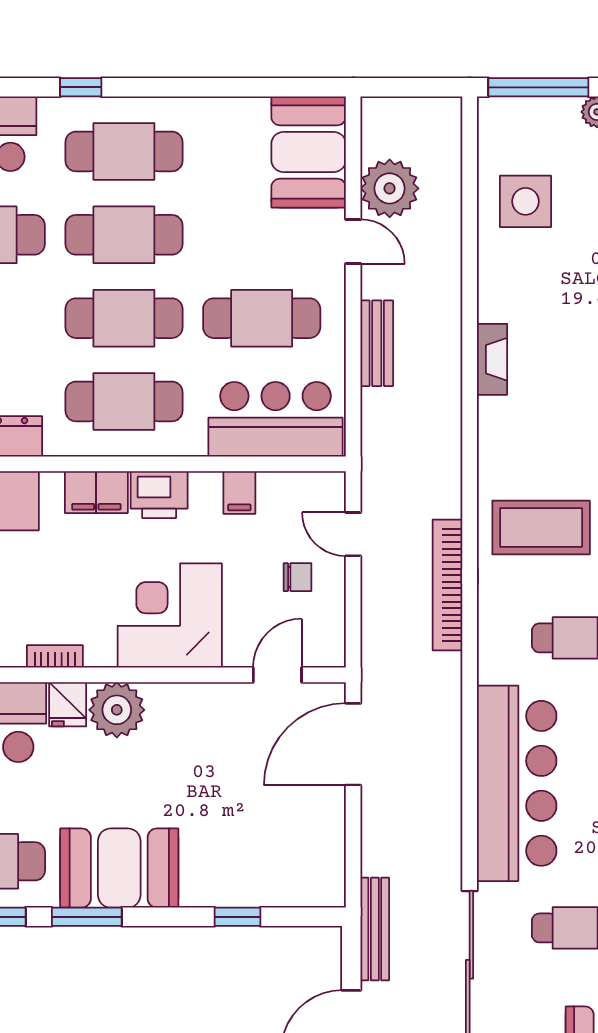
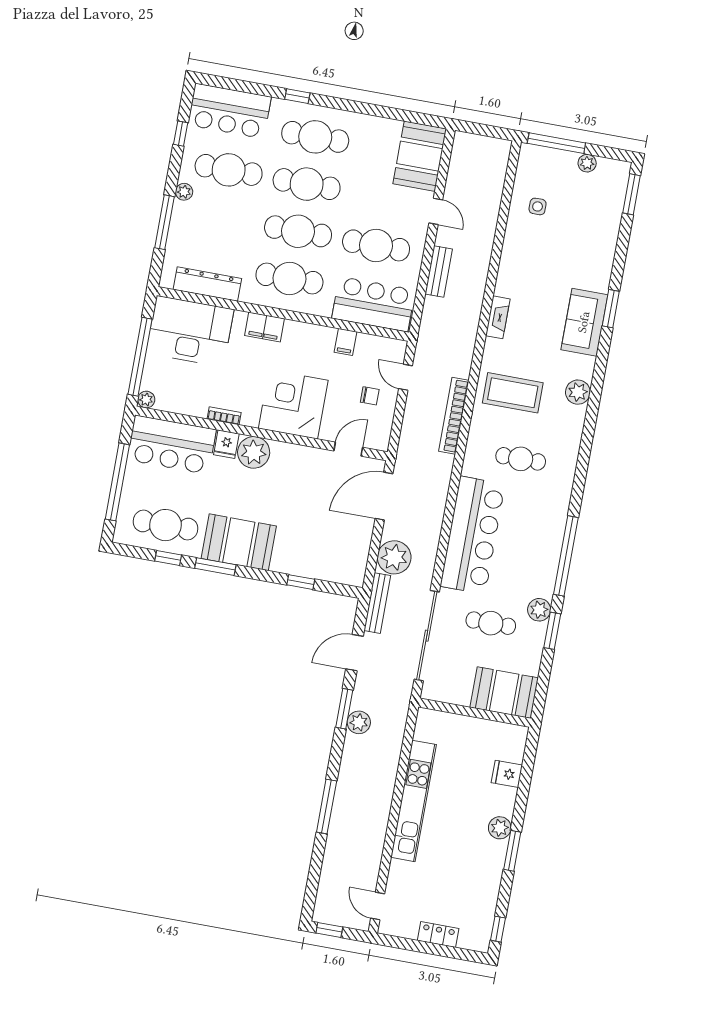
plant: (390, 188) -> (394, 557), moved
side table: (526, 201) -> (538, 206), width x0.54, depth x0.54
fireplace: (492, 359) -> (498, 317), moved
printer: (159, 495) -> (300, 335), removed

